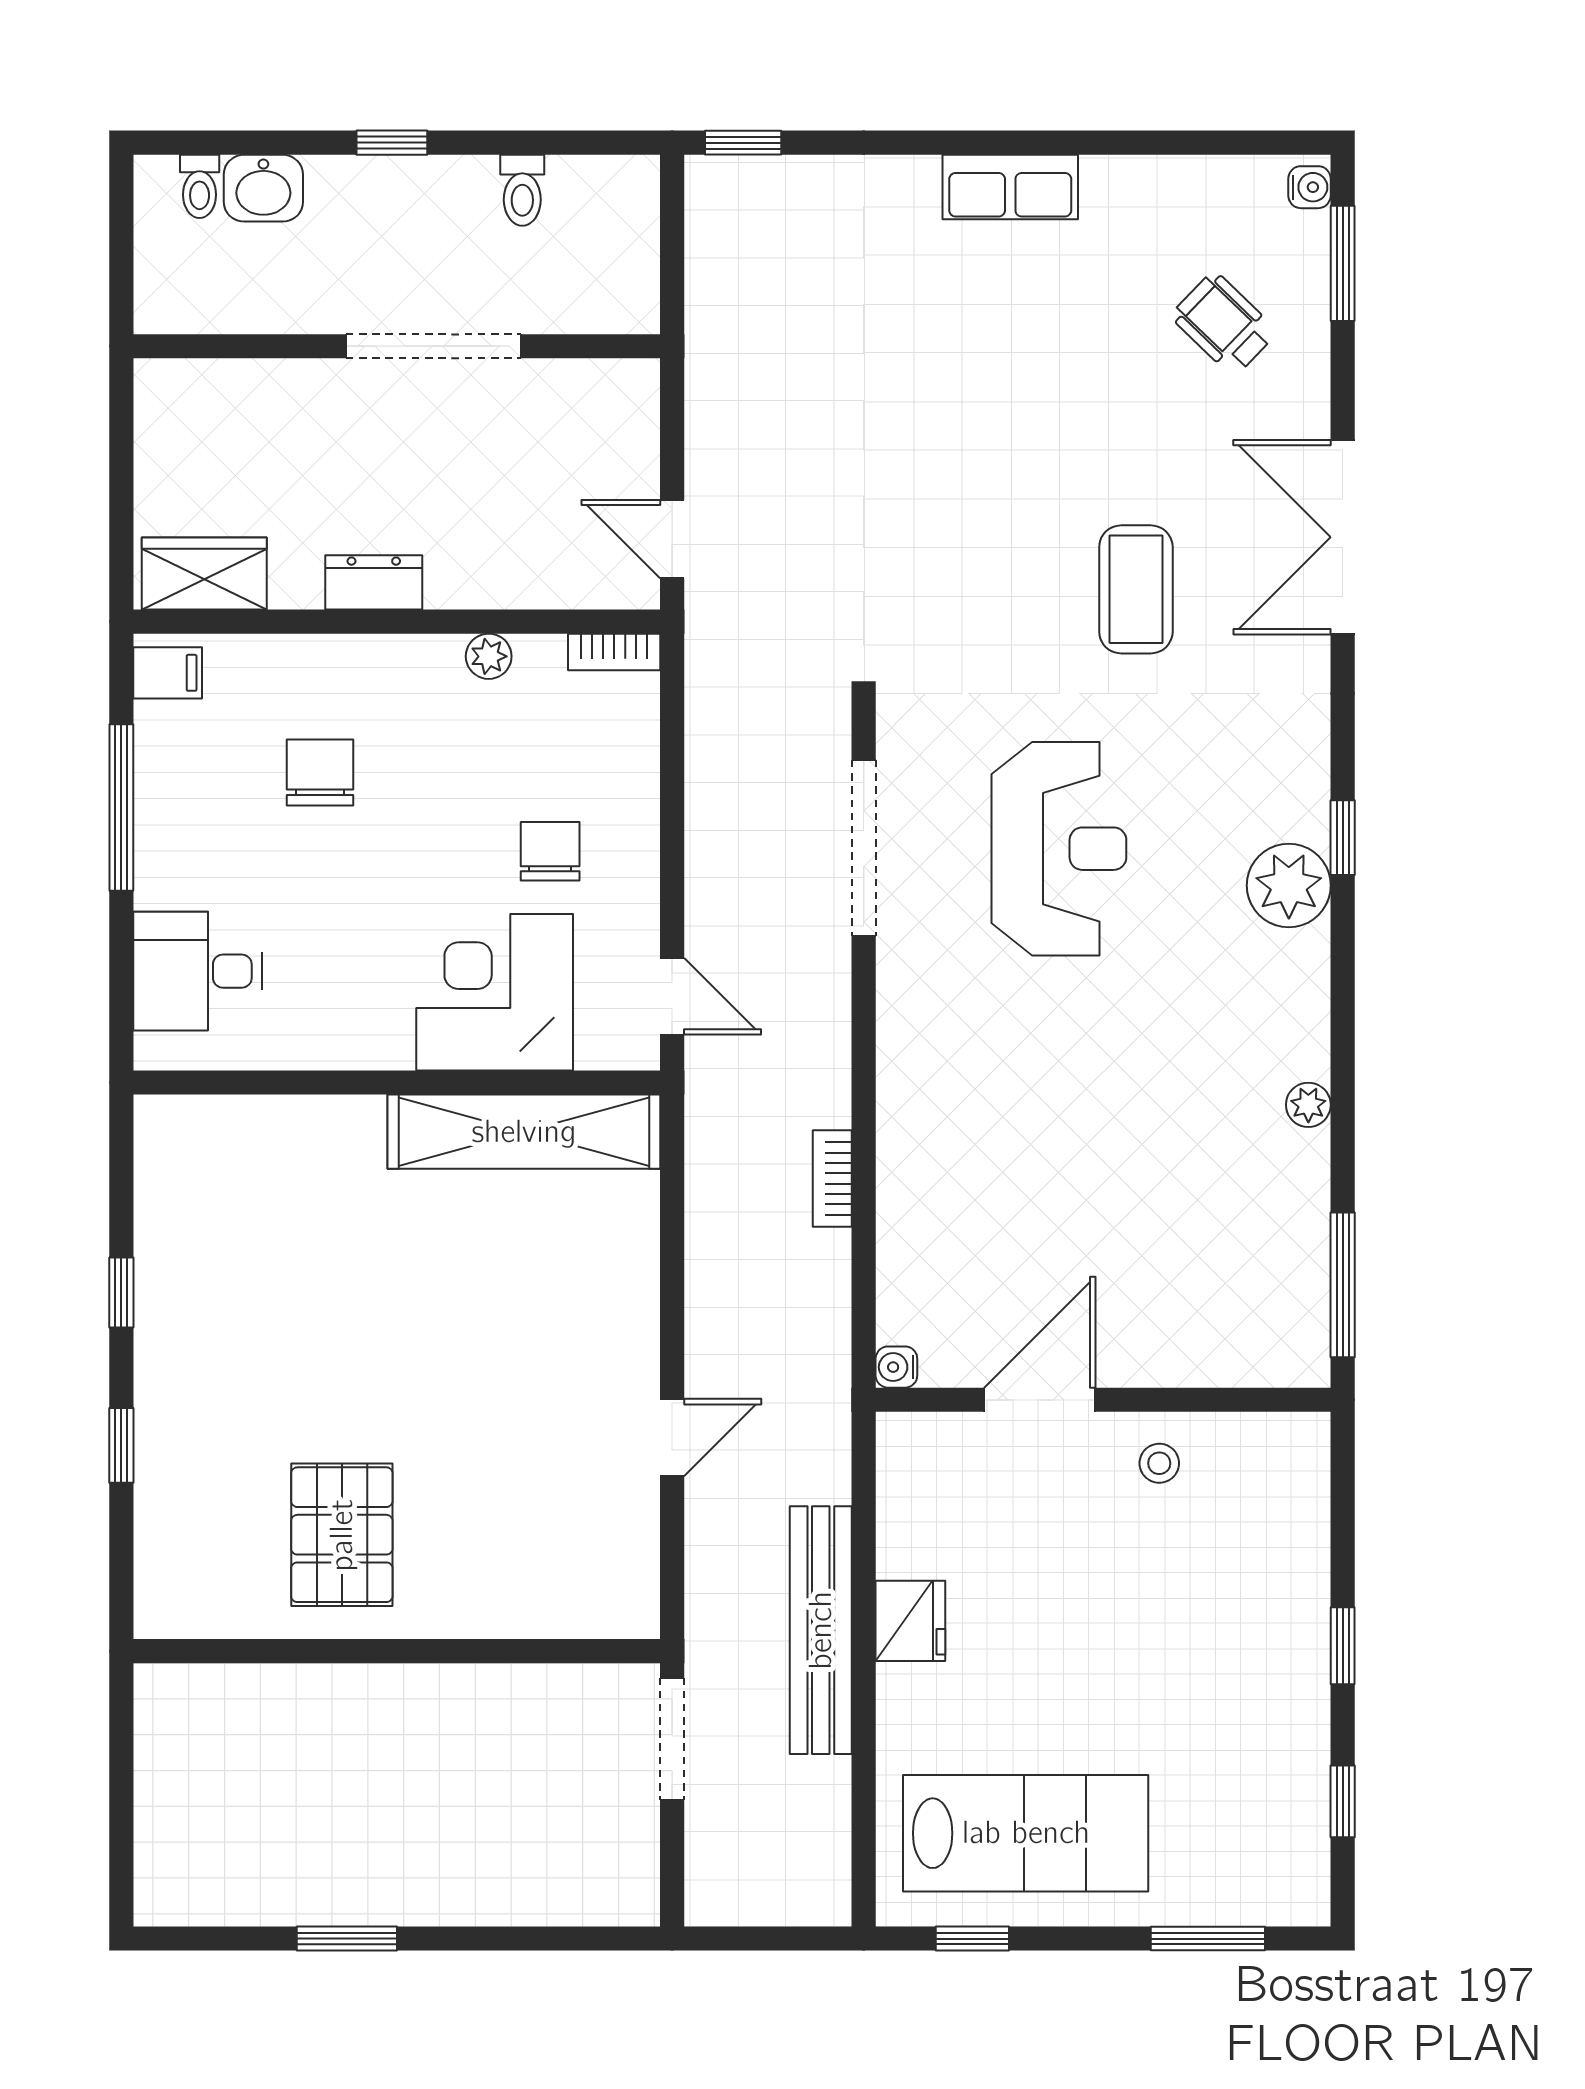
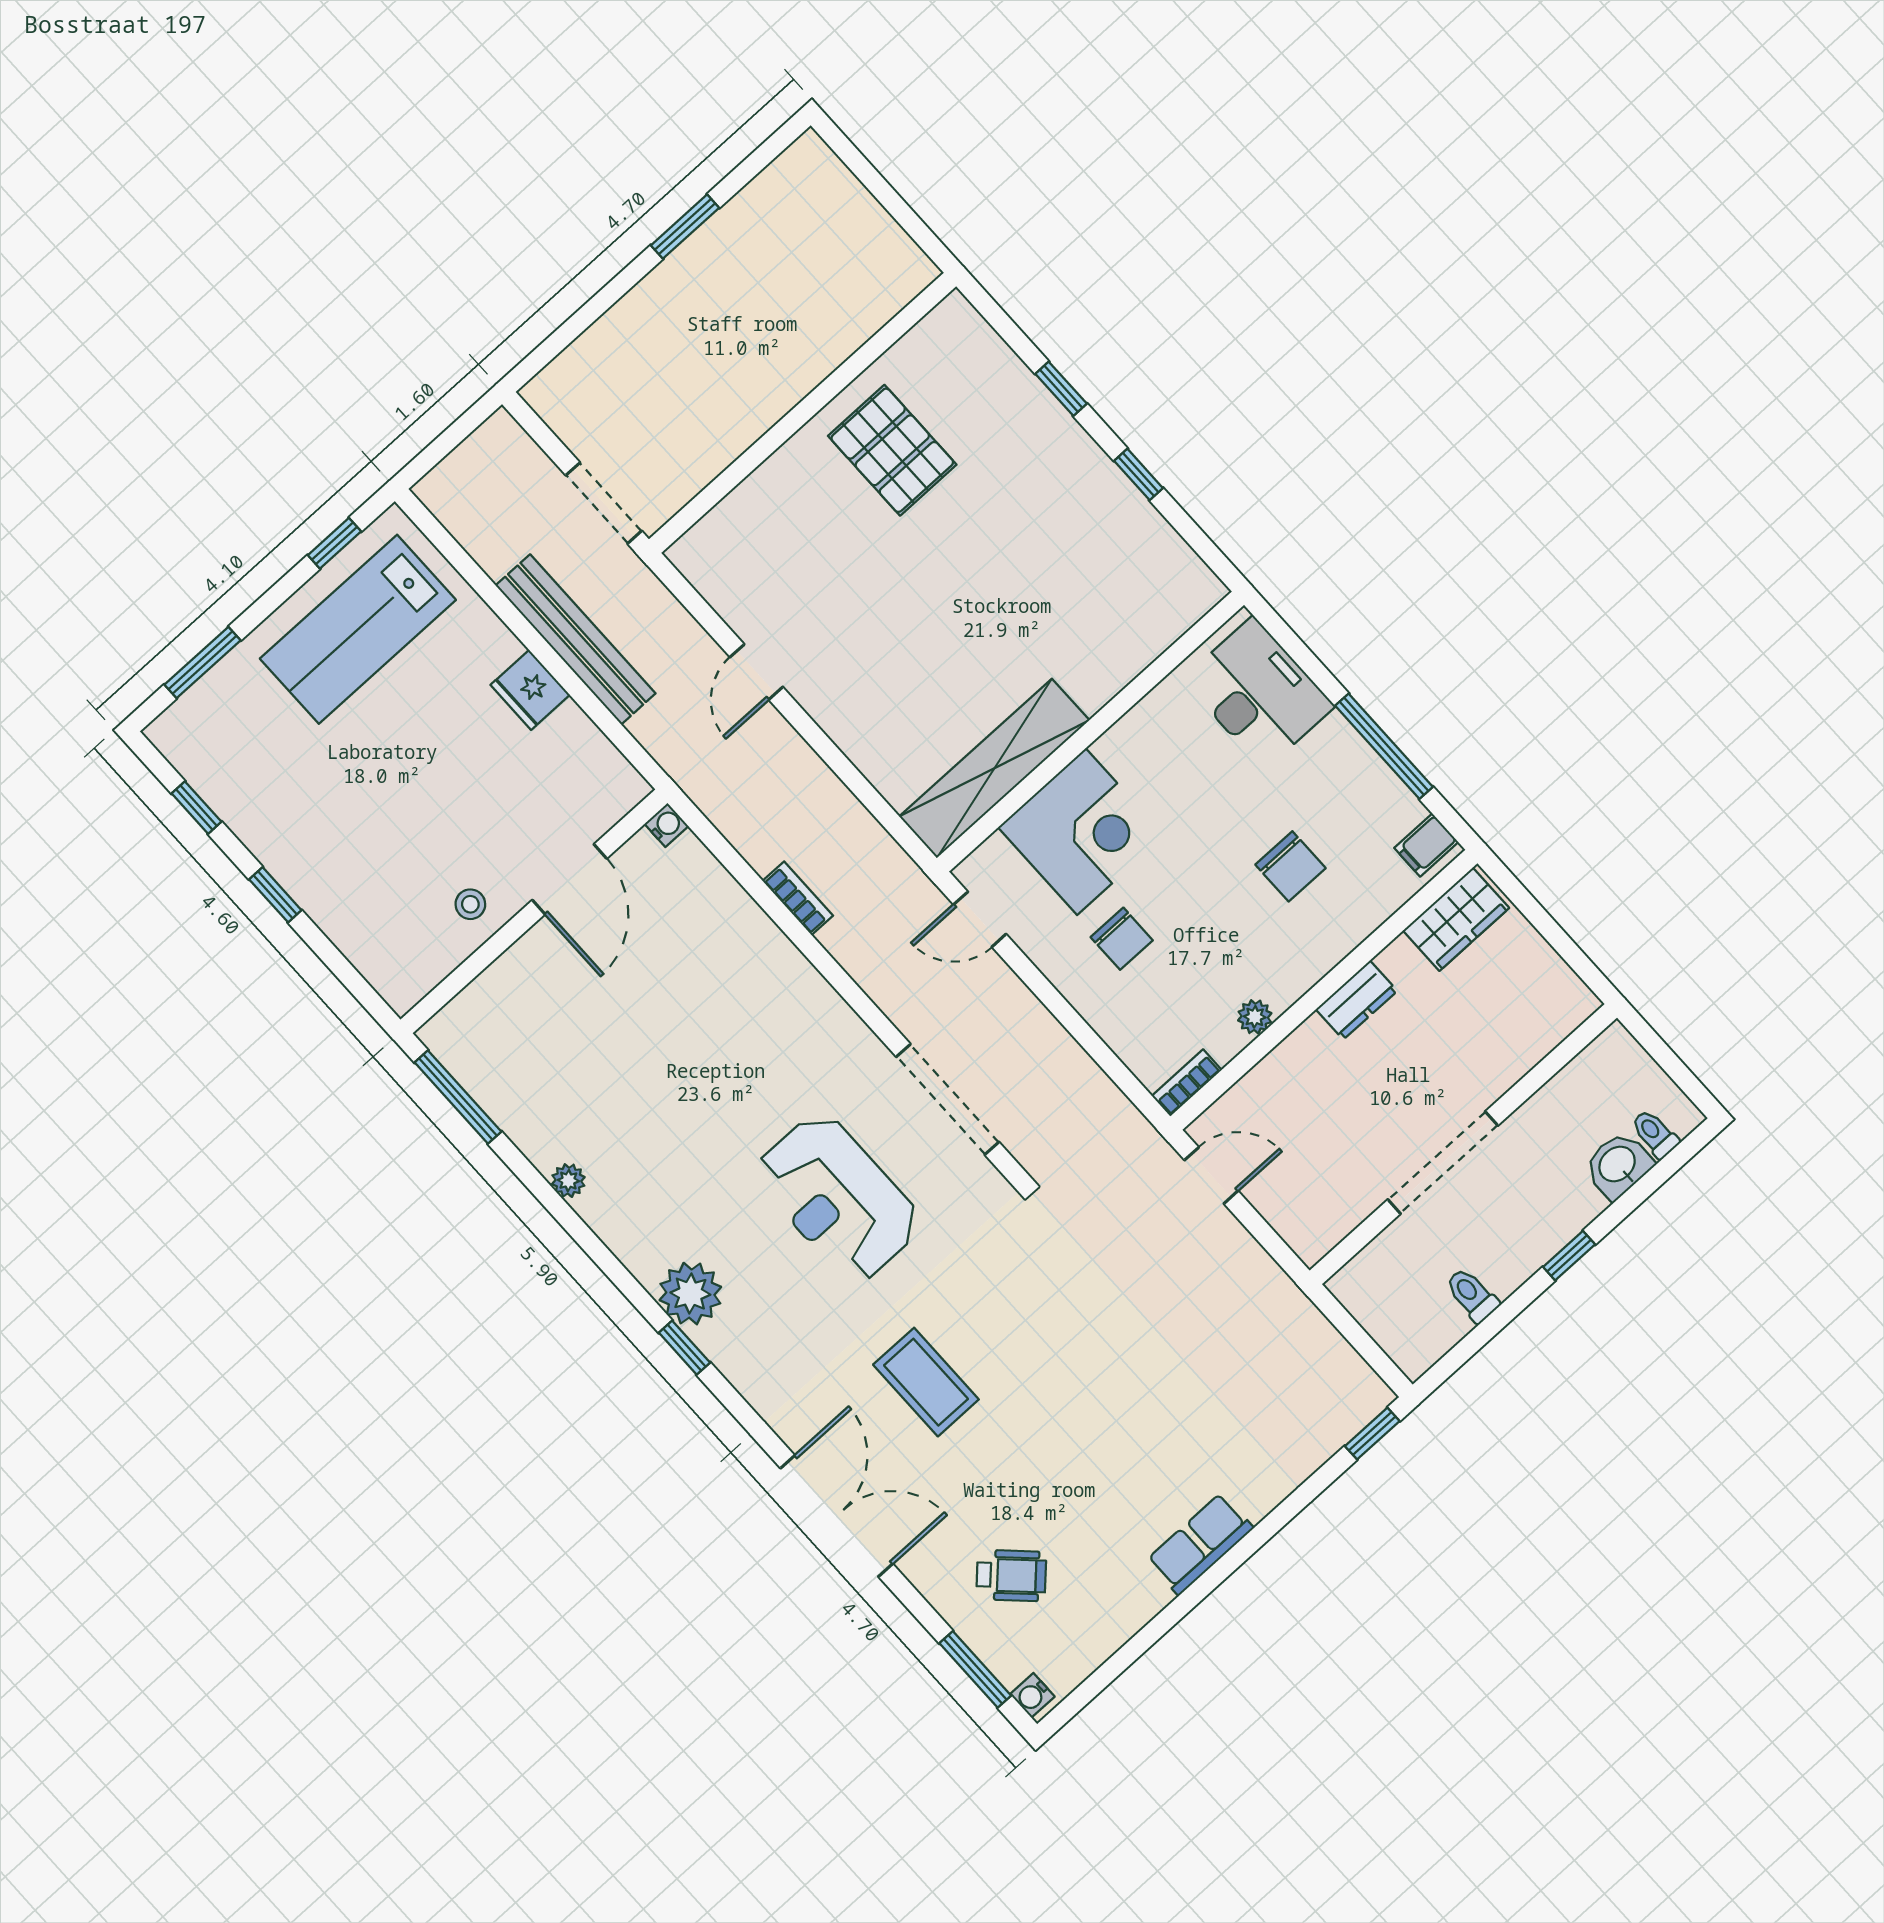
desk: (198, 971) -> (1258, 693), width x1.37

